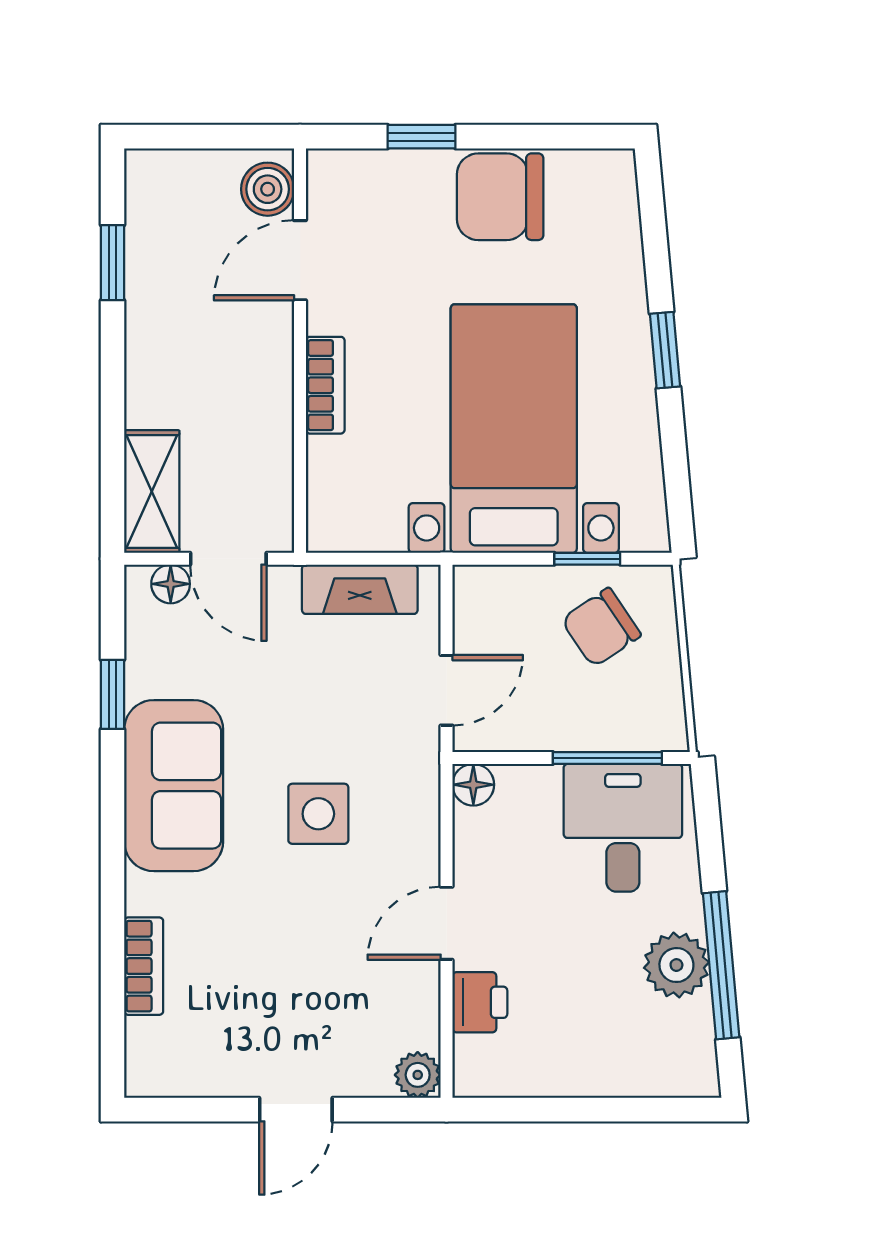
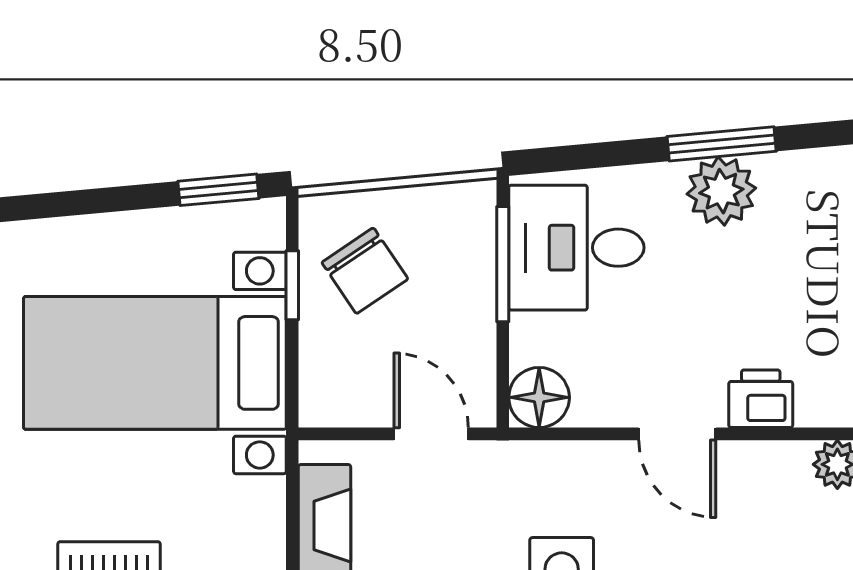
window: (665, 350) -> (218, 190), moved
floor lamp: (473, 785) -> (539, 397), width x1.37, depth x1.37
window: (721, 965) -> (722, 144), width x0.69

